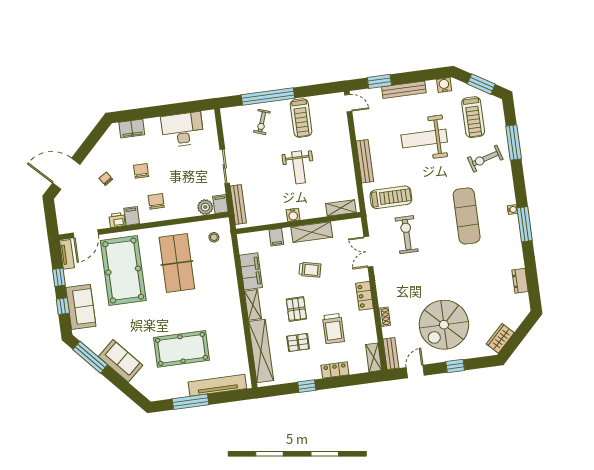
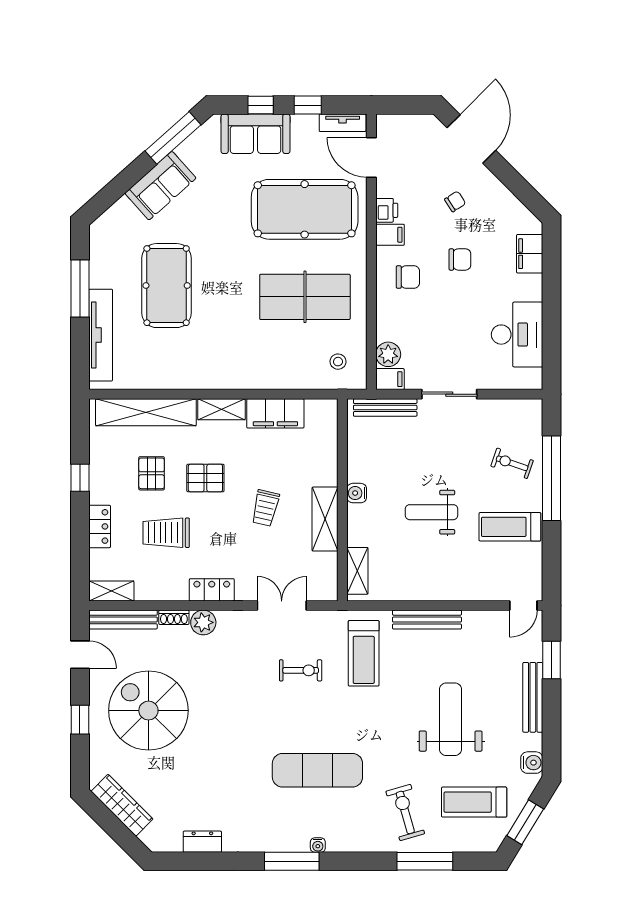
exercise bike: (407, 235) -> (301, 670), width x0.73, depth x0.72
filing cabinet: (276, 237) -> (325, 461), removed
plant: (385, 298) -> (203, 622), added
wardrobe: (500, 338) -> (122, 805), width x1.50
bench: (391, 353) -> (123, 620), width x1.36

